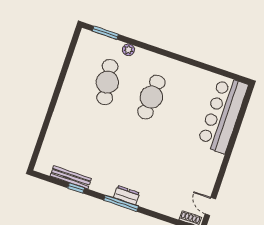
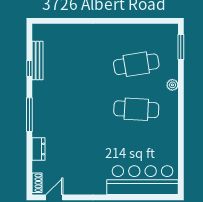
plant: (128, 50) -> (172, 85), moved
dresser: (127, 195) -> (38, 149), moved

